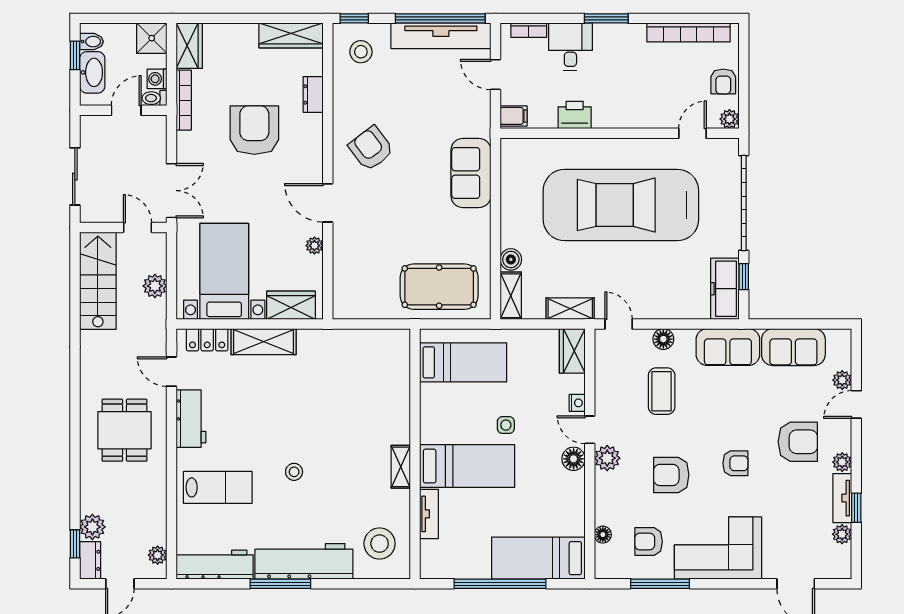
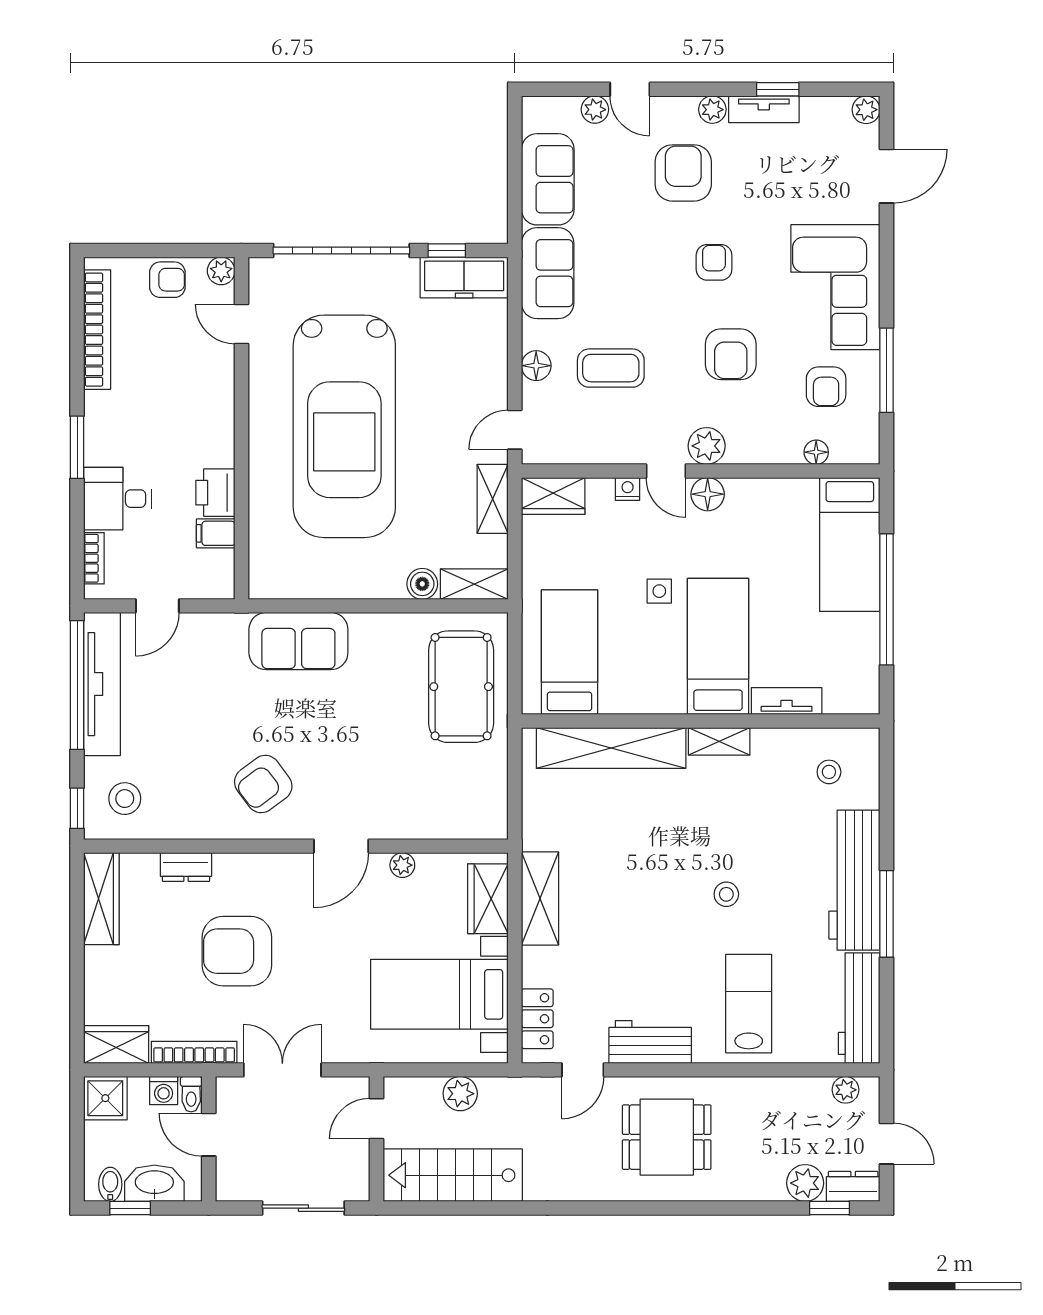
filing cabinet: (514, 116) -> (216, 533), moved, turned -90
double door: (171, 191) -> (282, 1070), moved
shelving: (264, 342) -> (540, 899), moved
shelving: (396, 391) -> (611, 748), added
door: (590, 430) -> (666, 471), hinge flipped
plant: (842, 534) -> (866, 110), moved
stool: (380, 544) -> (829, 772), width x0.53, depth x0.53

